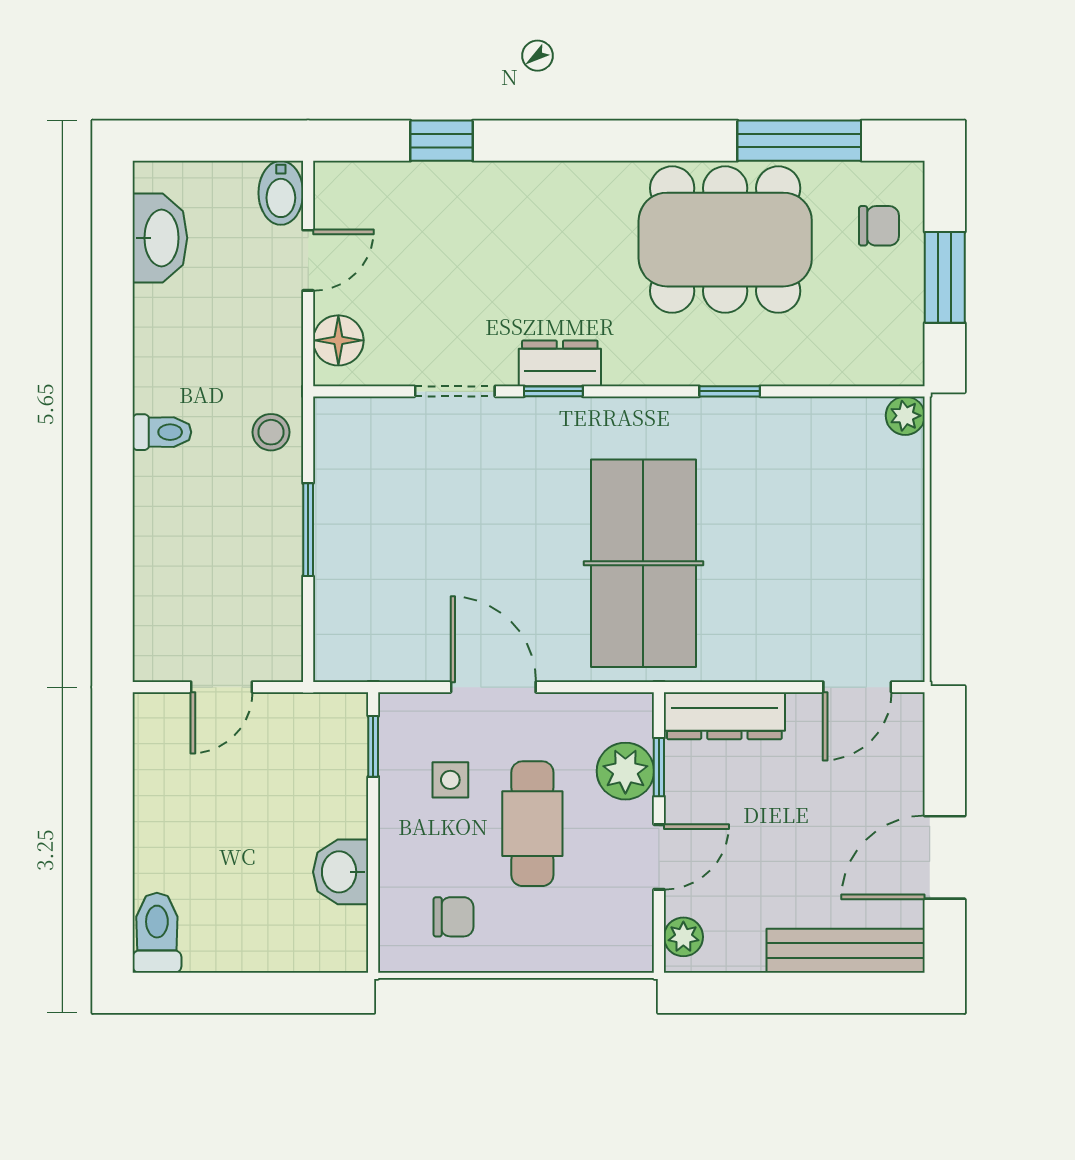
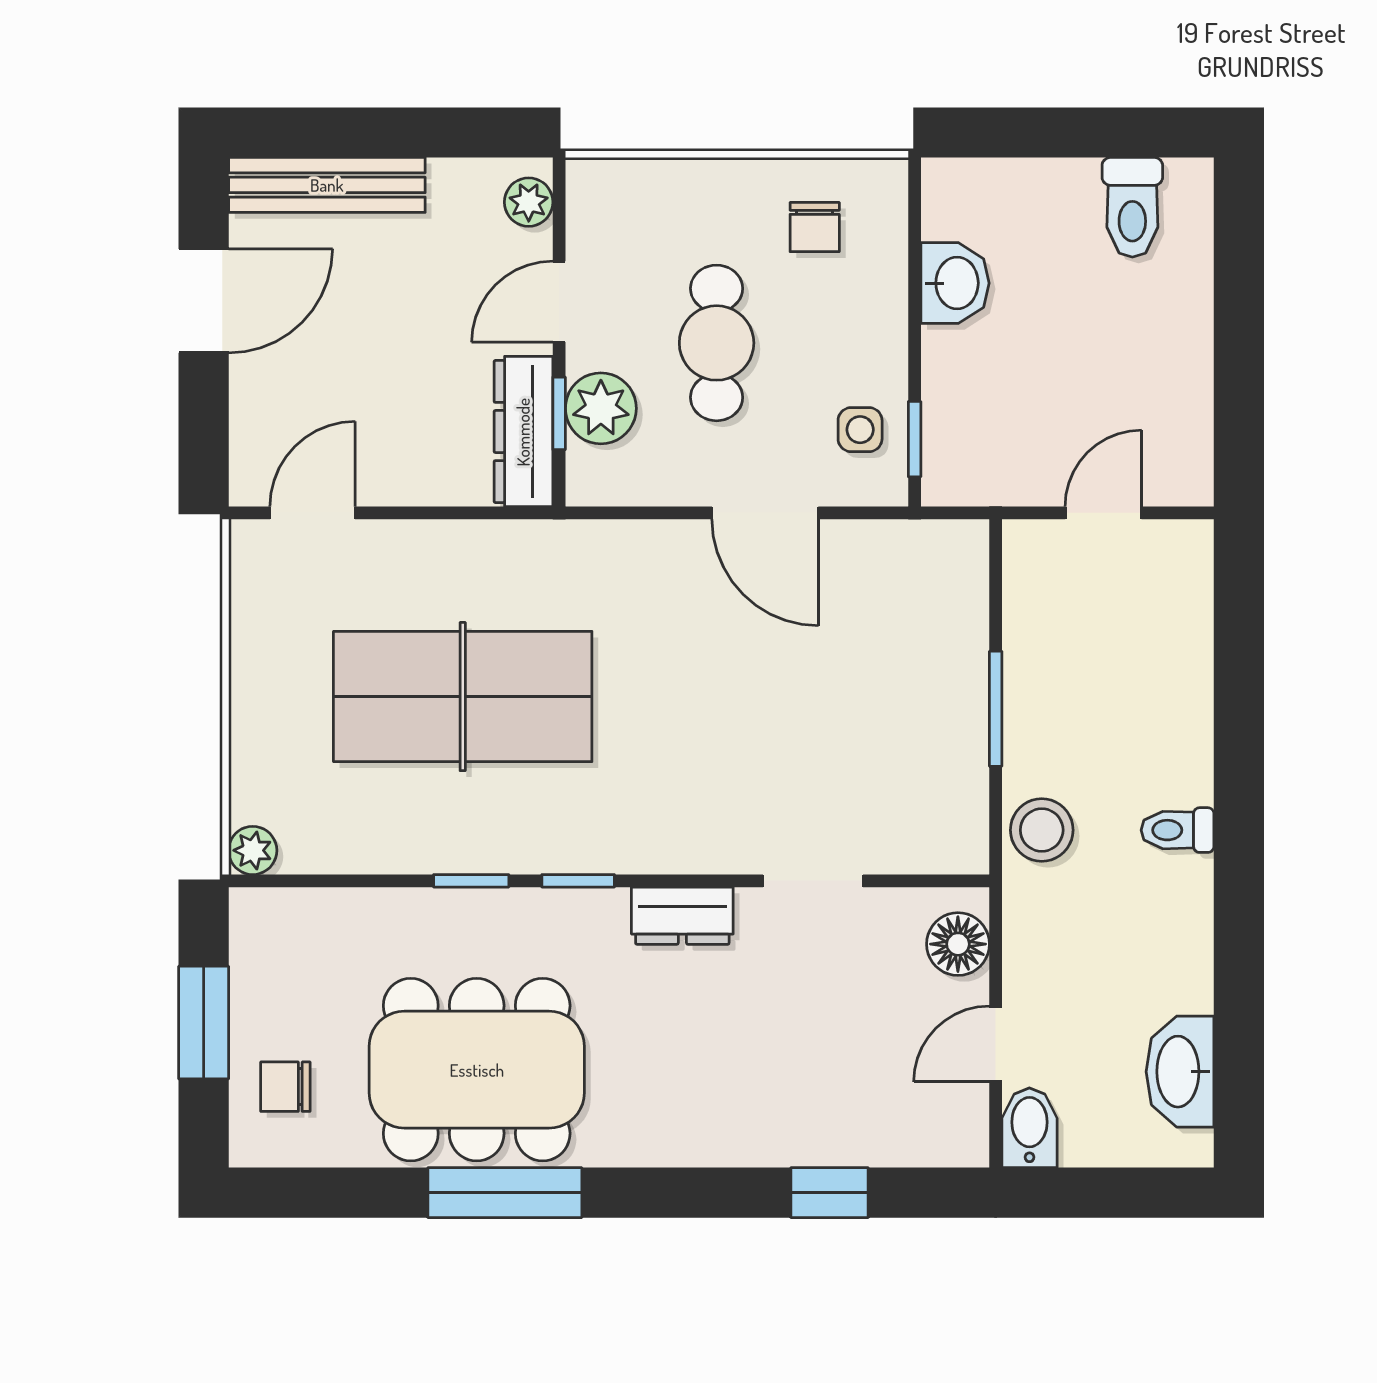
window: (799, 141) -> (505, 1193), moved
window: (553, 391) -> (578, 881), moved
stool: (271, 432) -> (1042, 830), width x1.37, depth x1.37
table tennis table: (643, 563) -> (463, 697), moved, turned 90
dresser: (724, 716) -> (523, 432), moved, turned -90
side table: (450, 780) -> (860, 430), moved
chair: (453, 917) -> (815, 227), turned -90
toilet: (157, 933) -> (1132, 207), moved

